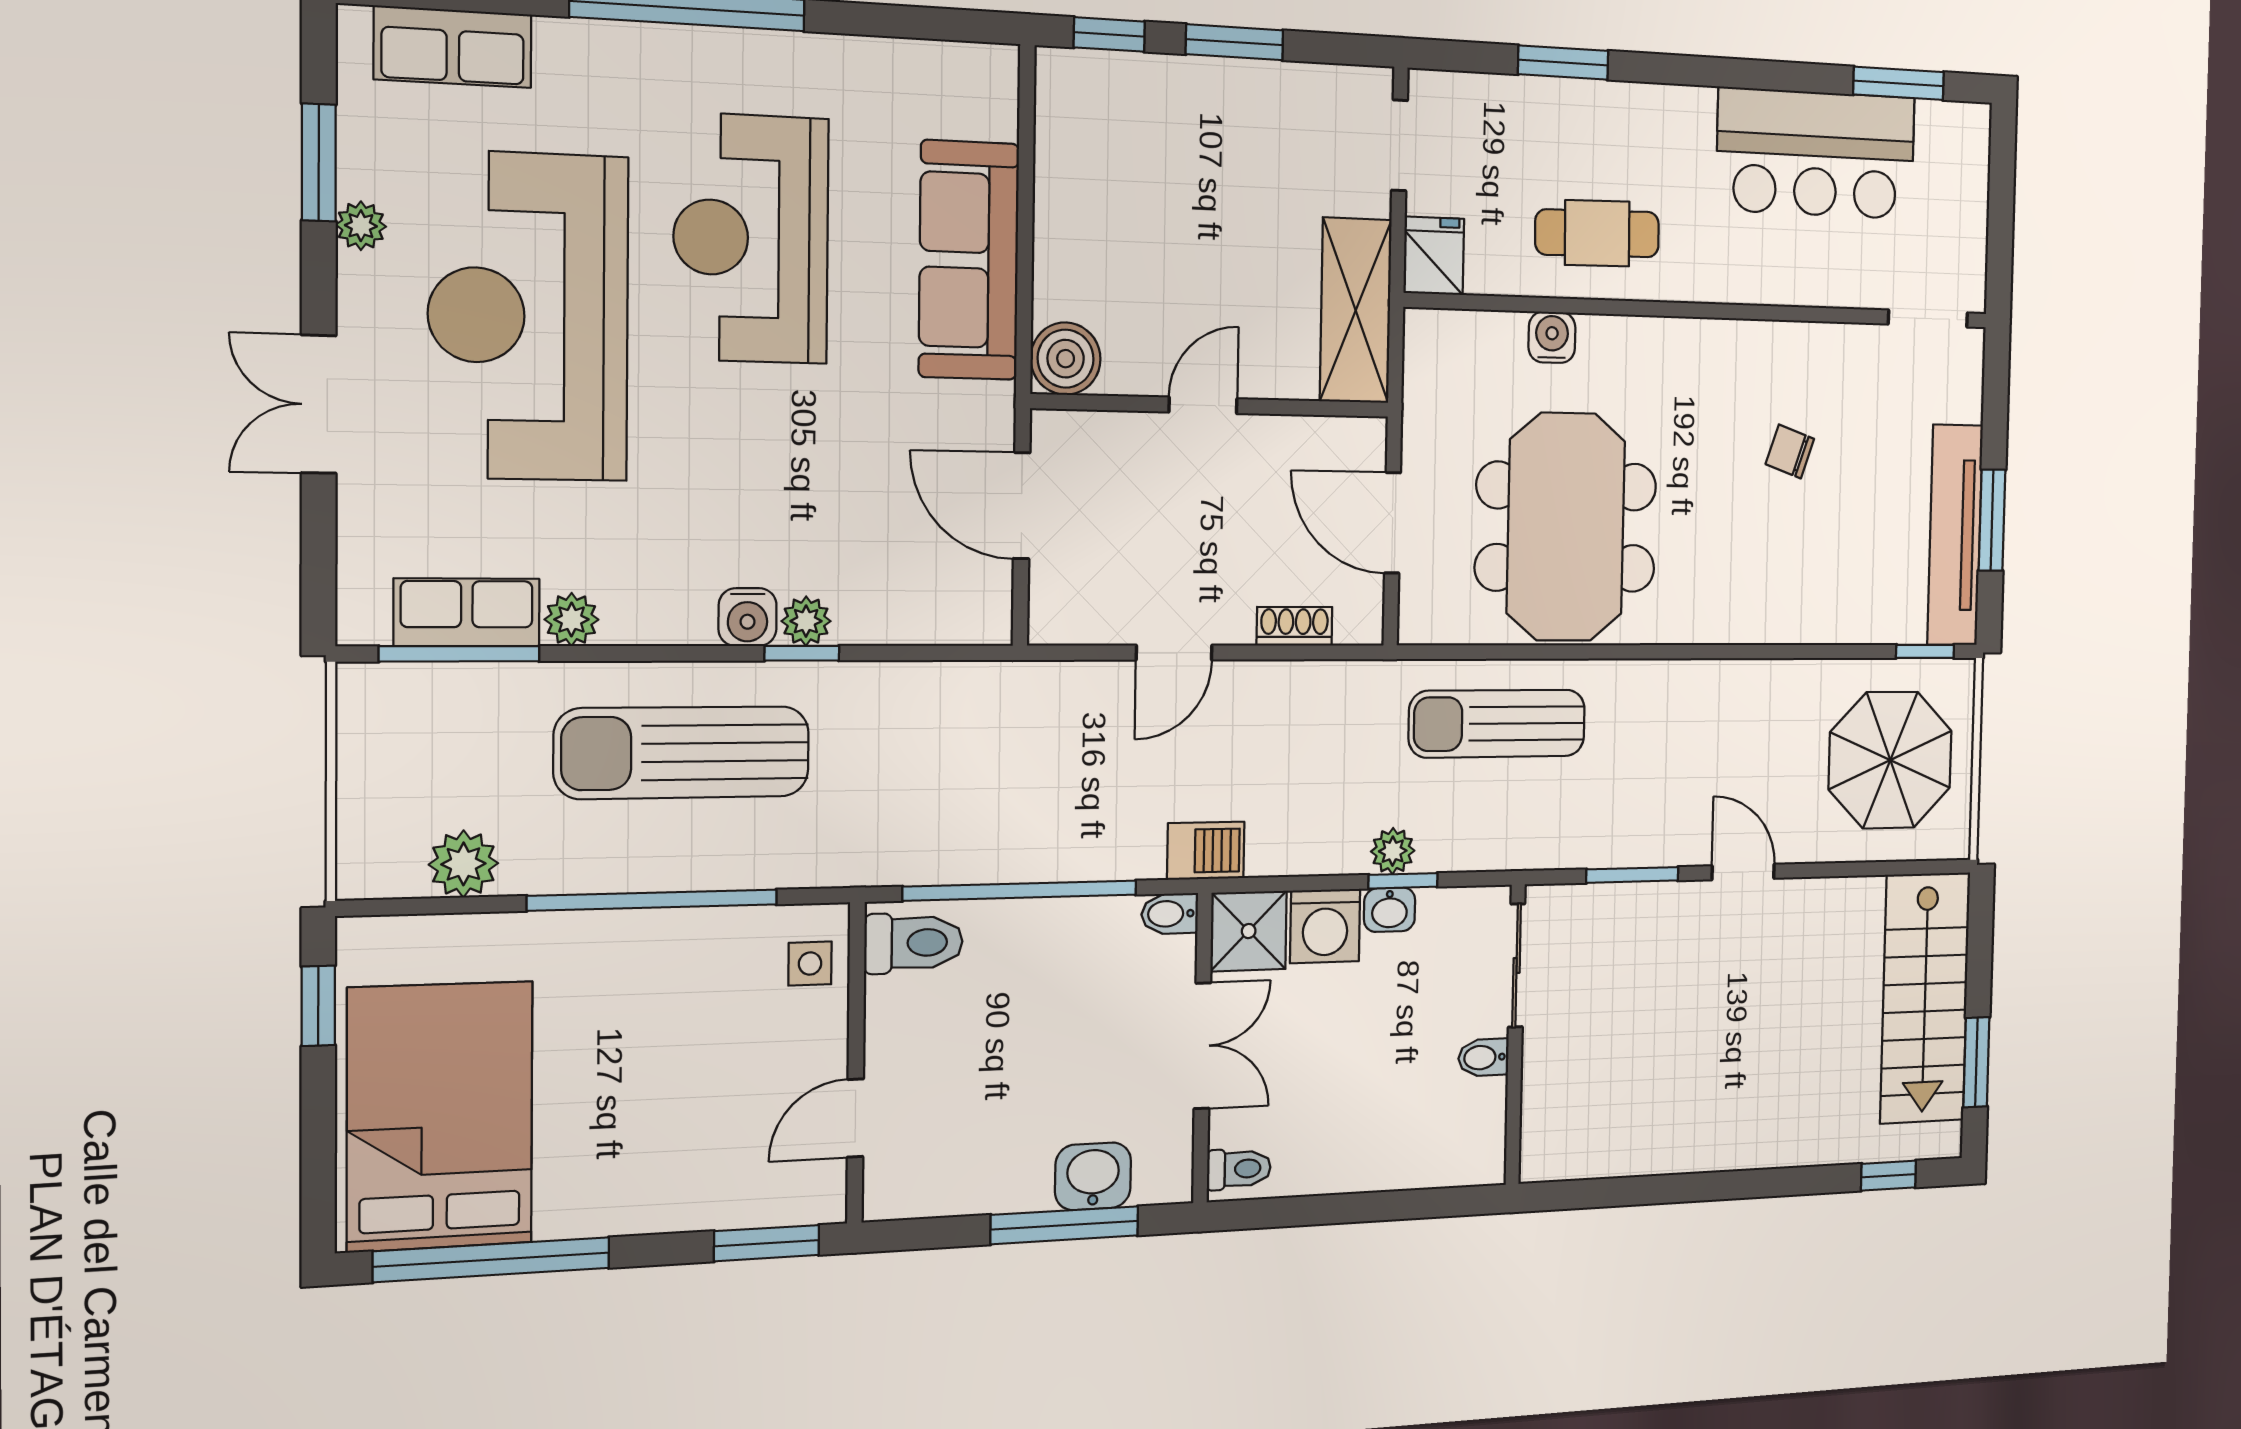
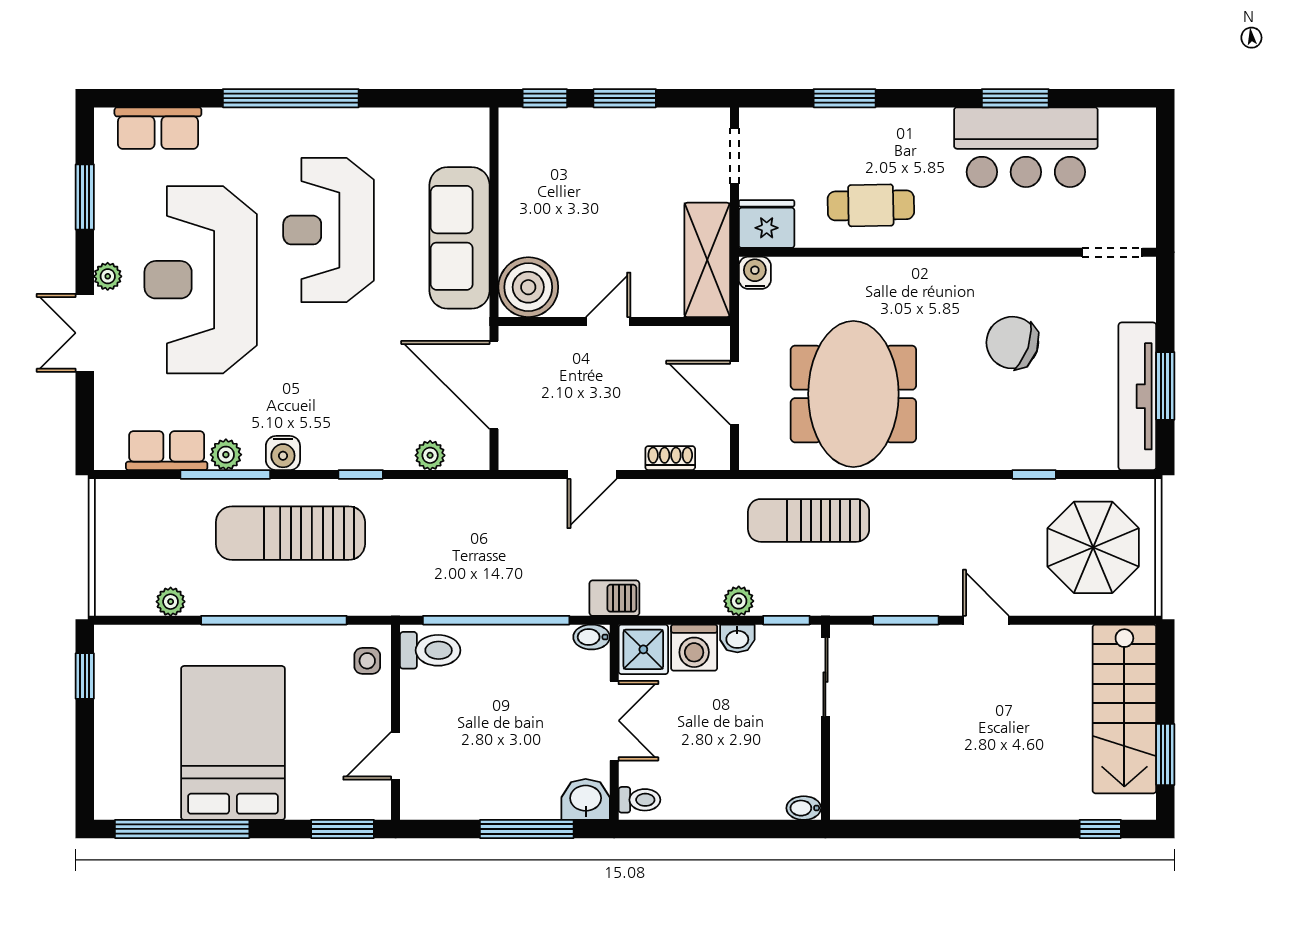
window: (1899, 83) -> (1015, 98), moved
plant: (361, 226) -> (108, 276), moved
fridge: (1434, 256) -> (767, 224), width x1.38
water cooler: (1552, 337) -> (755, 273), moved
boiler: (1066, 359) -> (528, 287), width x1.37, depth x1.37
chair: (1790, 451) -> (1012, 343), width x1.87, depth x1.87
door: (1022, 506) -> (494, 385), width x1.36
water cooler: (748, 617) -> (283, 453), moved
plant: (806, 621) -> (430, 455), moved
window: (1925, 651) -> (1034, 474), moved
window: (459, 654) -> (225, 474), moved
plant: (463, 864) -> (171, 602), width x0.73, depth x0.73
window: (1403, 881) -> (786, 620), moved
bidet: (1483, 1057) -> (804, 808), moved
bed: (440, 1116) -> (233, 743), moved
washbasin: (1093, 1176) -> (586, 799), moved

